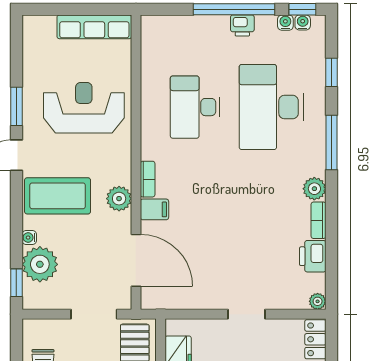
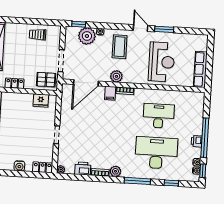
coffee table: (58, 196) -> (120, 47), width x0.73, depth x0.76

